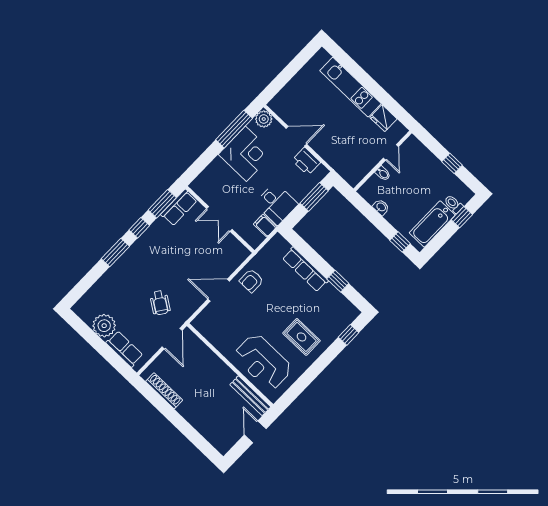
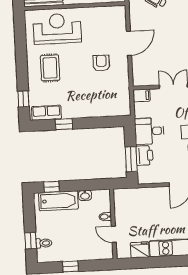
printer: (306, 161) -> (144, 156), moved, turned 90
bathtub: (432, 224) -> (58, 201), moved, turned 90
filing cabinet: (265, 226) -> (141, 96), moved
row of seats: (305, 269) -> (46, 113), moved, width x0.68
armchair: (251, 281) -> (101, 63), moved
rug: (301, 337) -> (50, 68), turned 90

